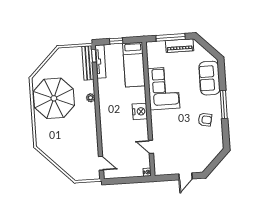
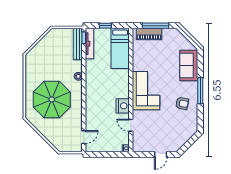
piano: (180, 46) -> (149, 34), moved
corner sofa: (164, 88) -> (146, 91), moved
parasol: (54, 98) -> (52, 99), moved
nightstand: (140, 111) -> (123, 106), moved
door: (101, 163) -> (84, 137), hinge flipped

